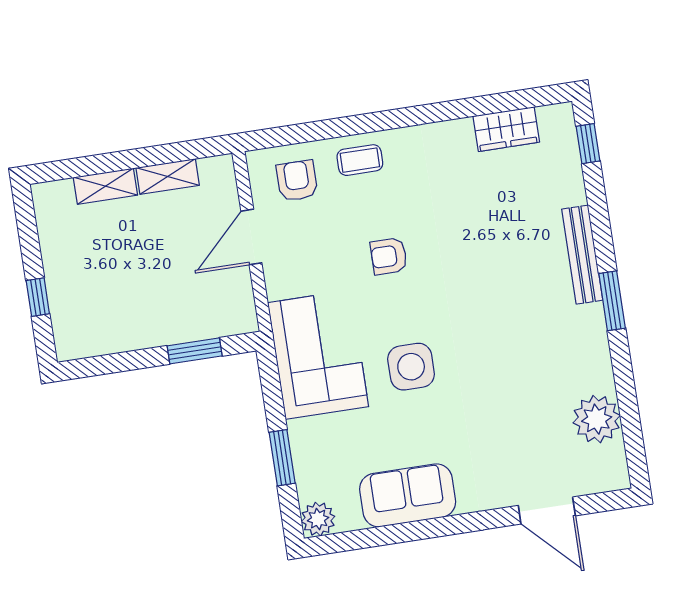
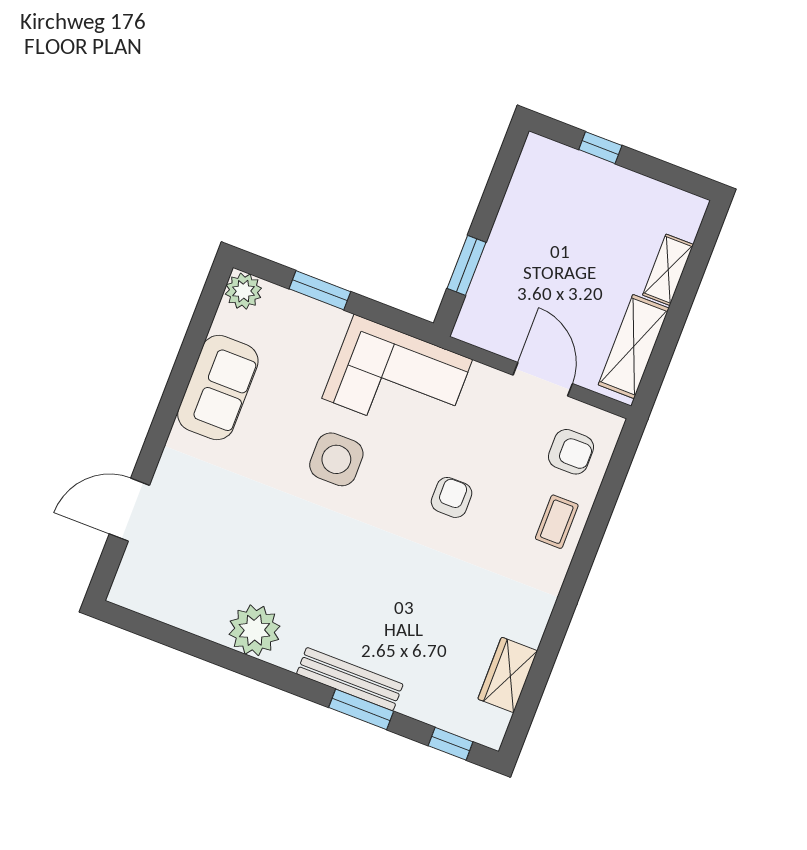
shelving: (168, 176) -> (634, 347), width x1.50, depth x1.33
window: (612, 301) -> (361, 709), moved
plant: (597, 419) -> (254, 630), moved

